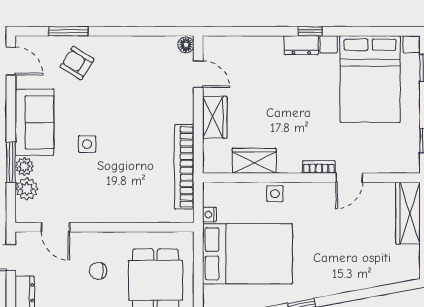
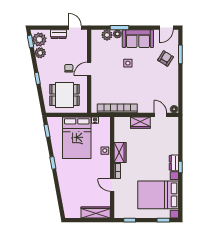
door: (198, 74) -> (160, 115), swing flipped
wardrobe: (254, 161) -> (120, 153), moved
door: (55, 227) -> (89, 69), moved

